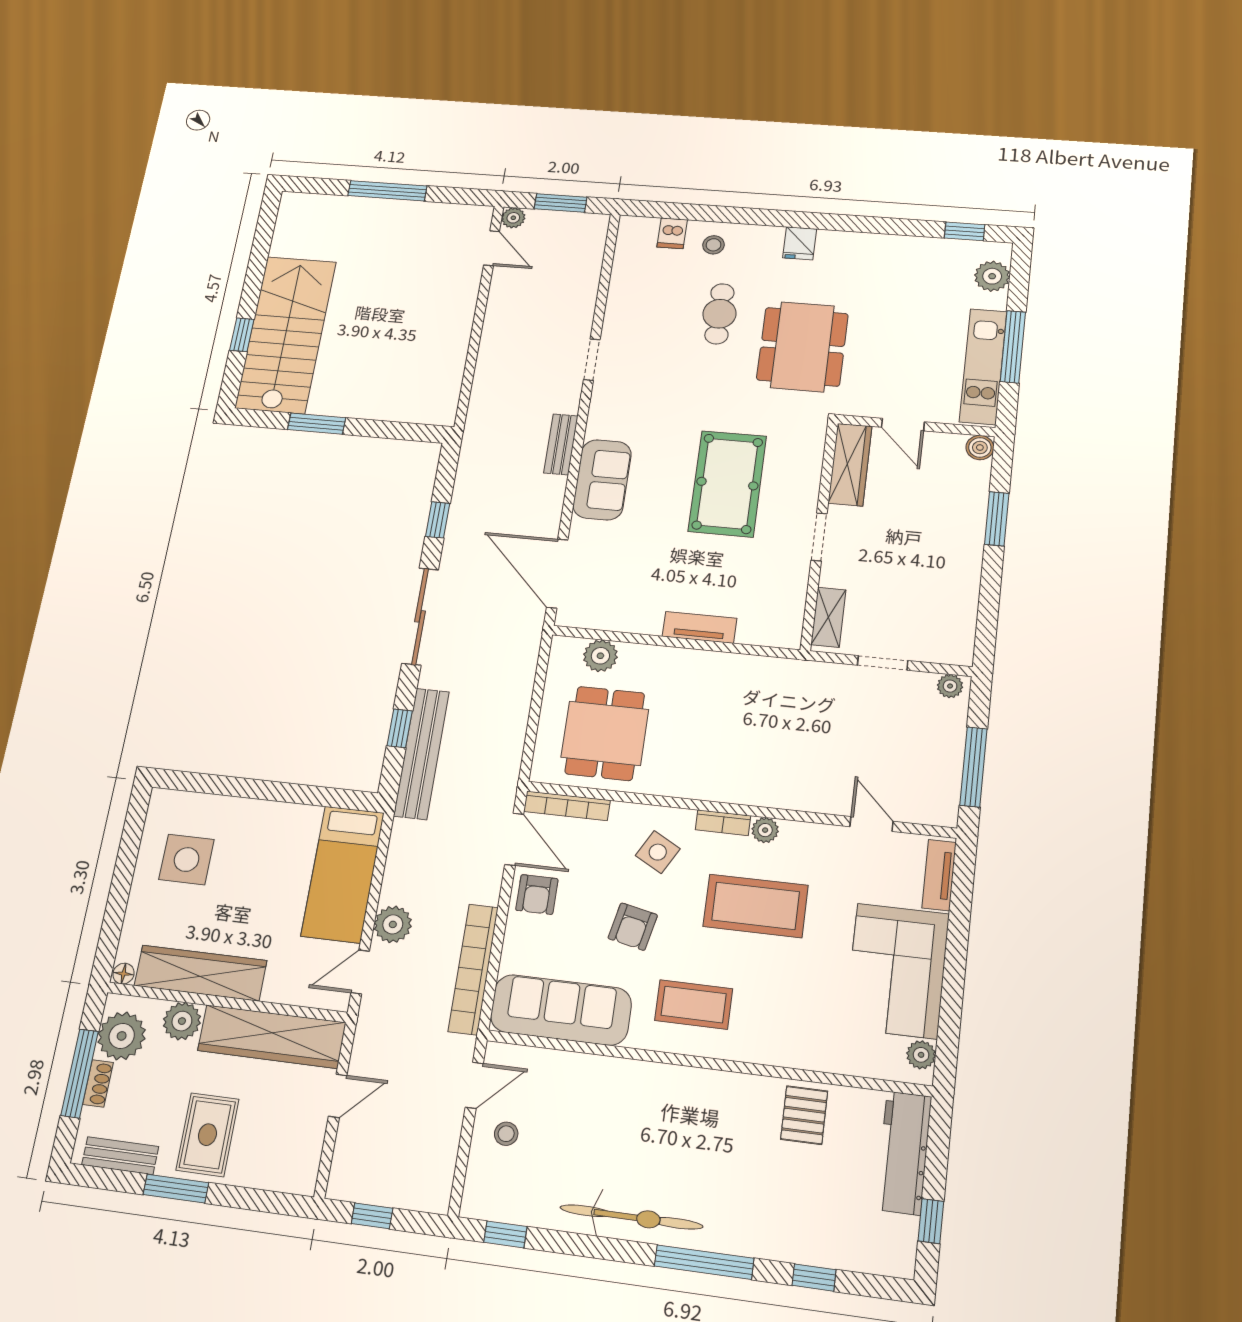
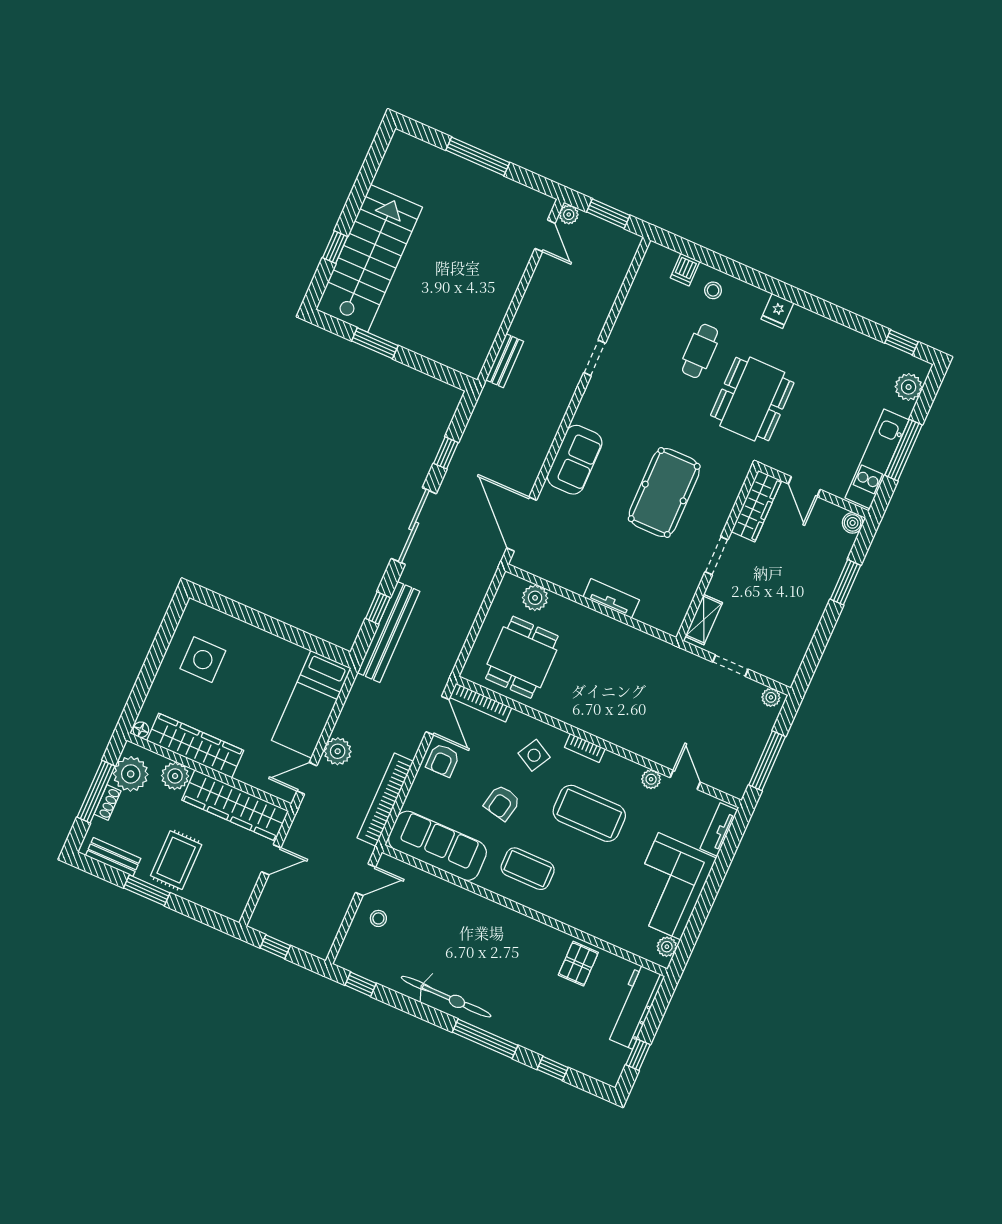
bench: (561, 444) -> (505, 361), moved
plant: (765, 830) -> (651, 779), moved

